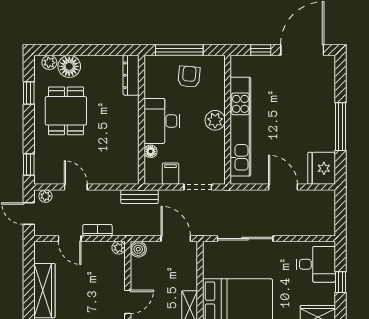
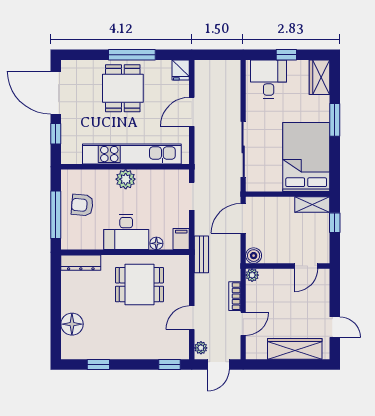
plant: (49, 63) -> (68, 344), removed
dining table: (66, 111) -> (139, 285), moved
dining table: (307, 118) -> (123, 88), added
fridge: (322, 168) -> (181, 70), width x0.53, depth x0.75
filing cabinet: (170, 174) -> (181, 239), moved, turned 90
door: (128, 302) -> (306, 266), swing flipped

